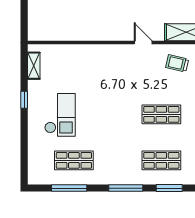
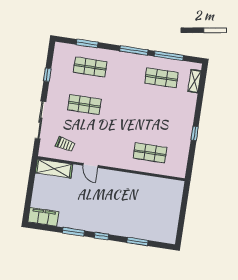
shelving: (34, 66) -> (195, 81), moved
shop shelf: (74, 68) -> (150, 153), added
checkout: (60, 115) -> (167, 117), removed
window: (126, 188) -> (134, 51), moved

